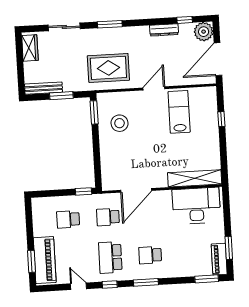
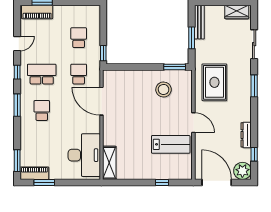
shelving: (195, 178) -> (109, 163), width x0.68
piano: (45, 260) -> (37, 12), width x0.73, depth x0.75

